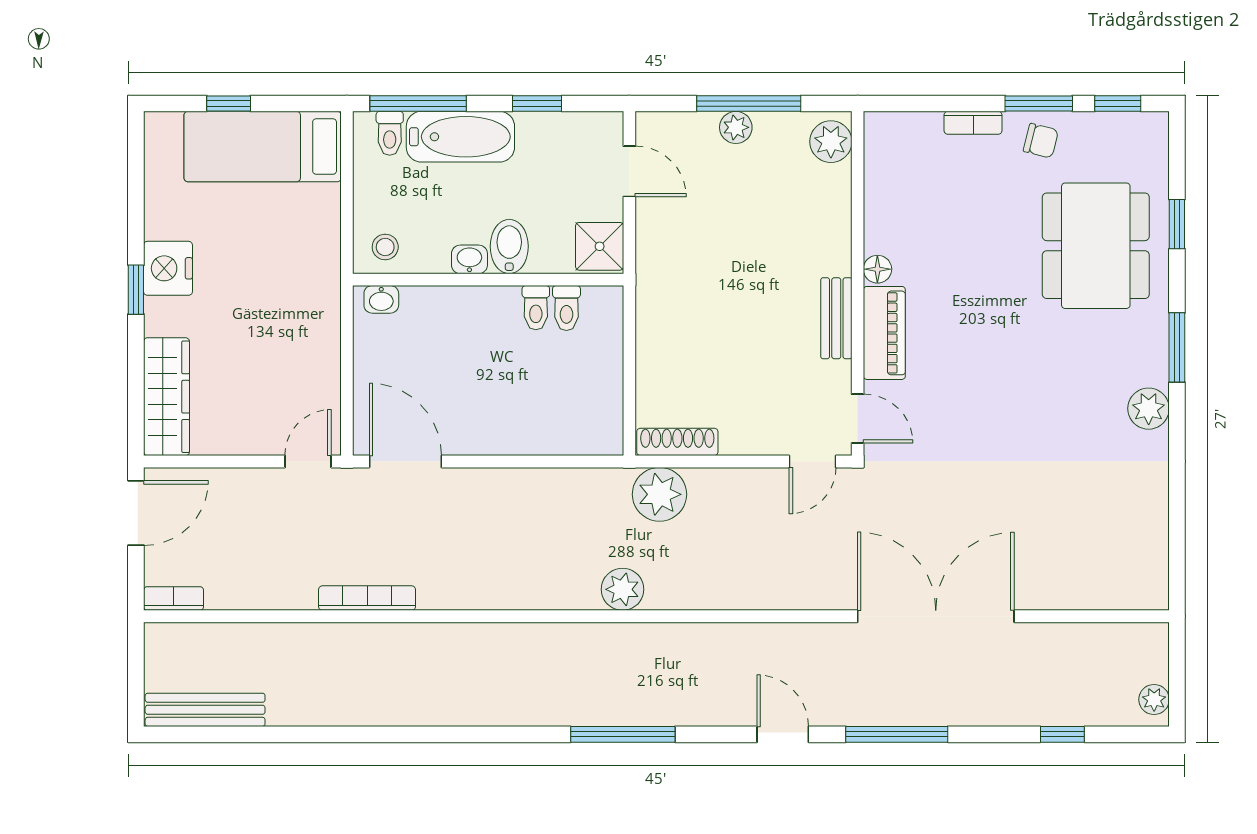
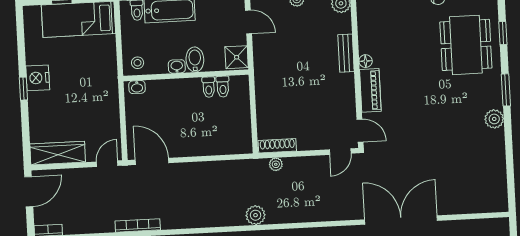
bench: (836, 318) -> (346, 53), moved
wardrobe: (166, 397) -> (58, 153), moved, turned -90
plant: (659, 494) -> (276, 164), width x0.53, depth x0.53

